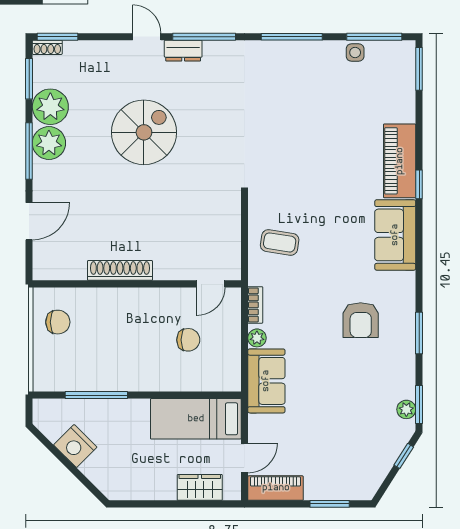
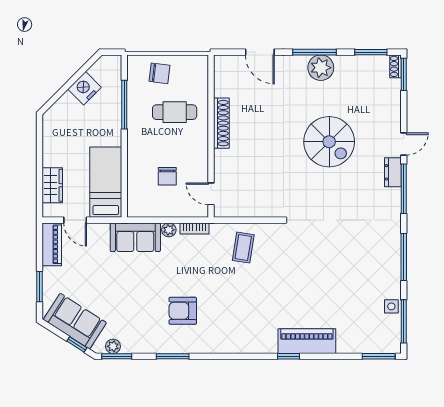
plant: (50, 107) -> (349, 69), removed
sofa: (395, 235) -> (75, 321), moved, turned 32
chair: (58, 322) -> (160, 73), moved, turned -83
cafe table: (106, 330) -> (175, 112), added

